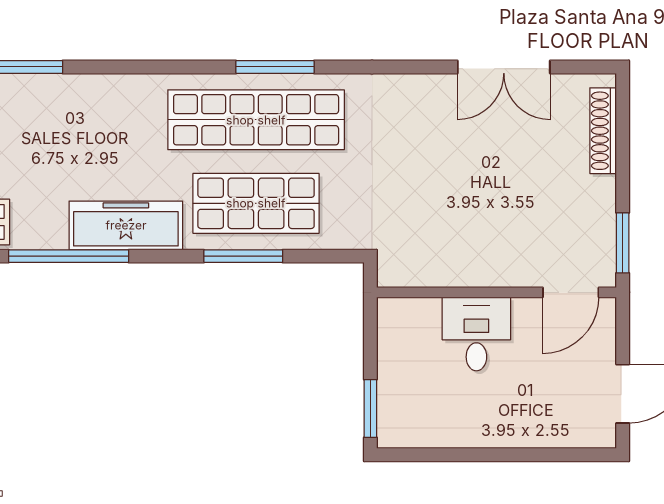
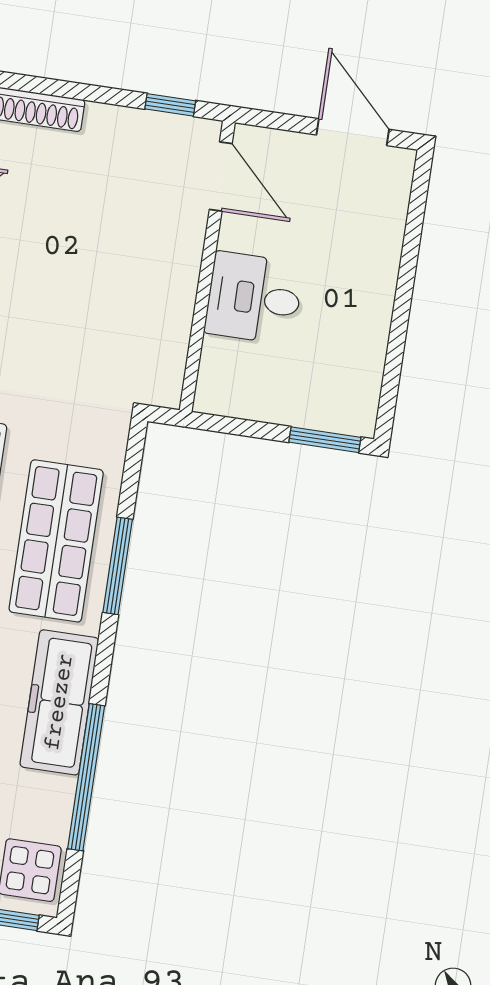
window: (623, 243) -> (170, 105), width x0.67

